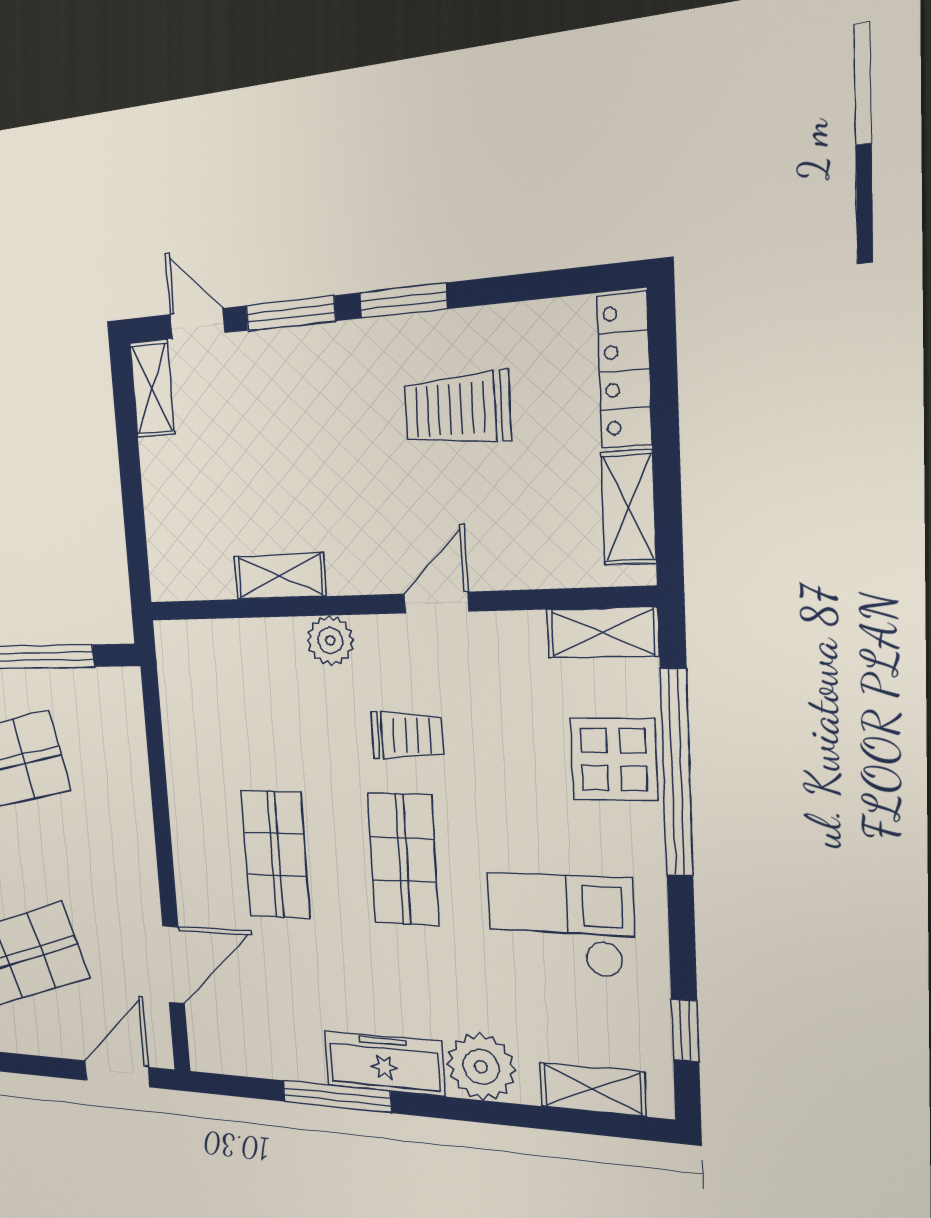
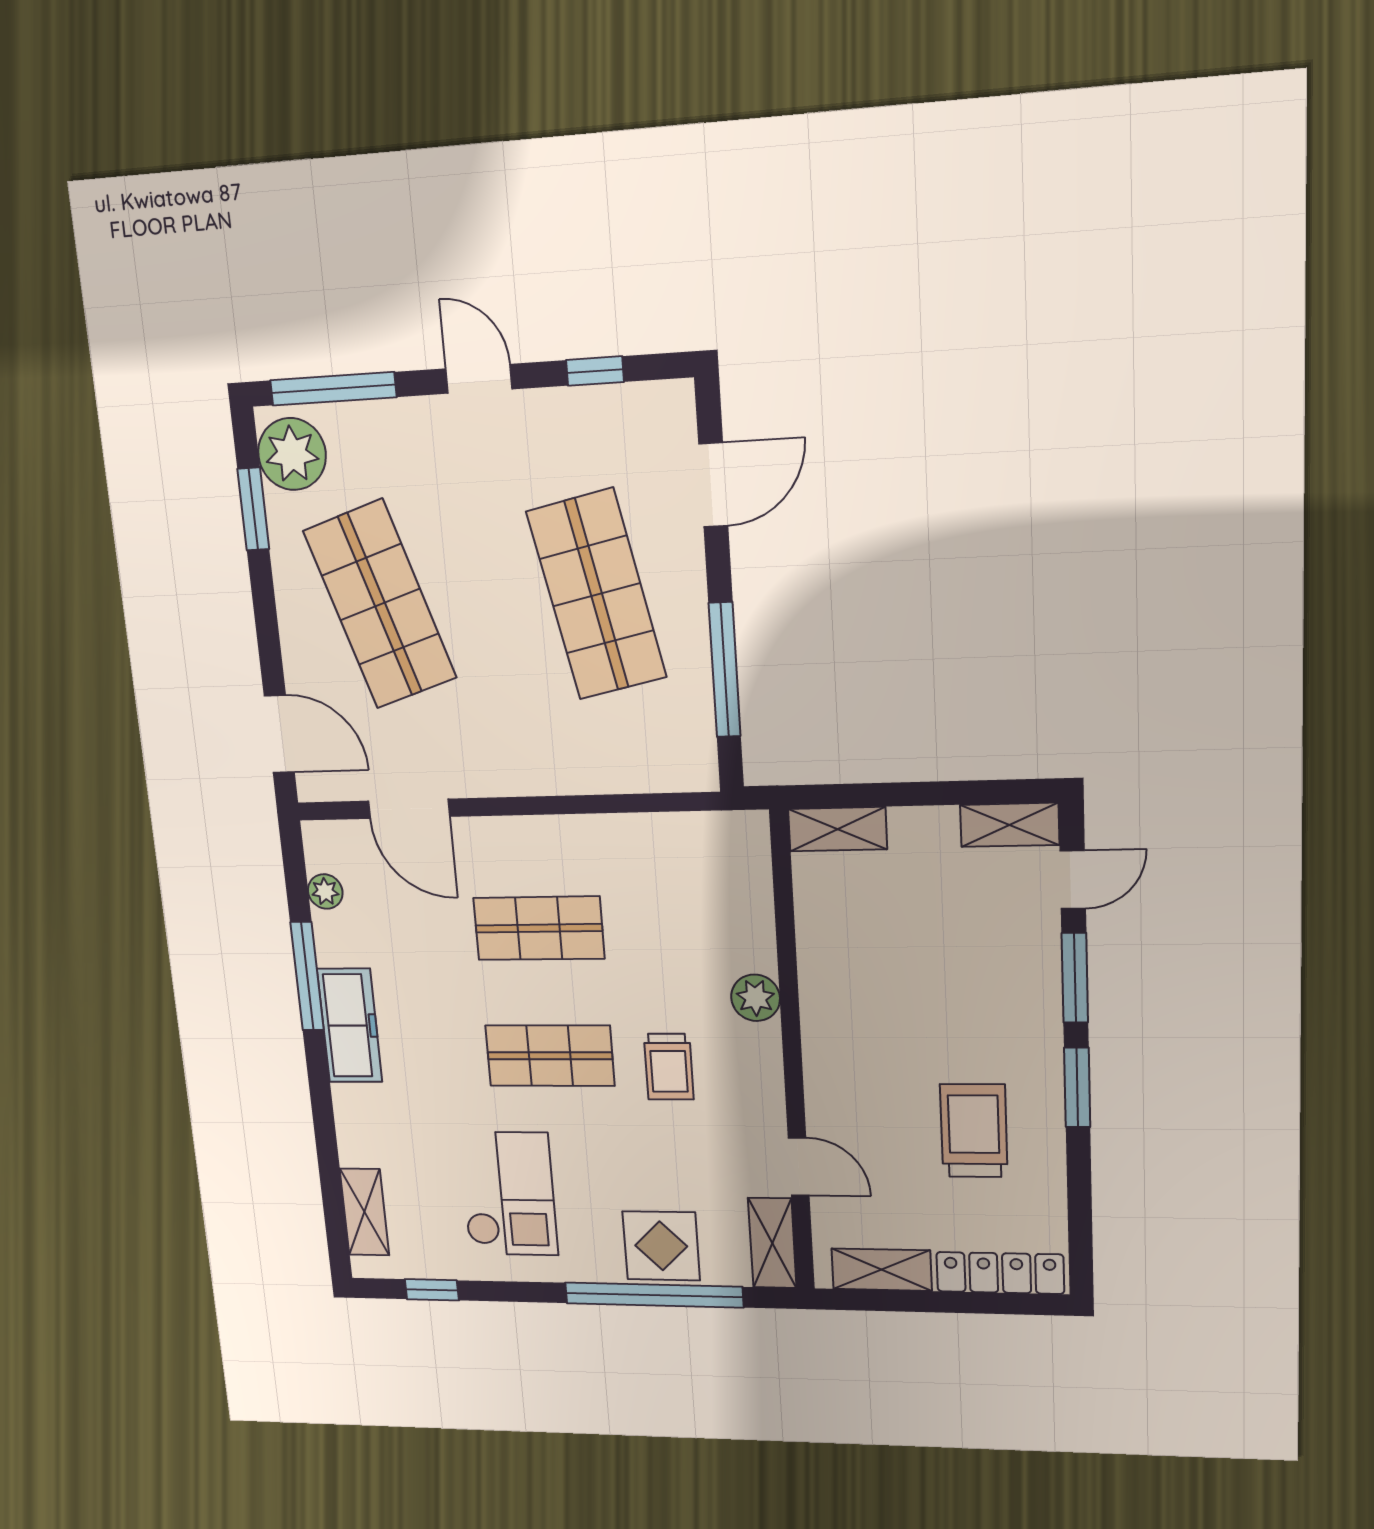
shelving: (280, 576) -> (838, 829), moved, turned 90
door: (436, 603) -> (799, 1166), moved
plant: (481, 1067) -> (325, 892), moved, width x0.53, depth x0.53

